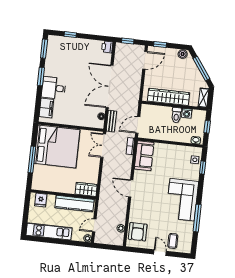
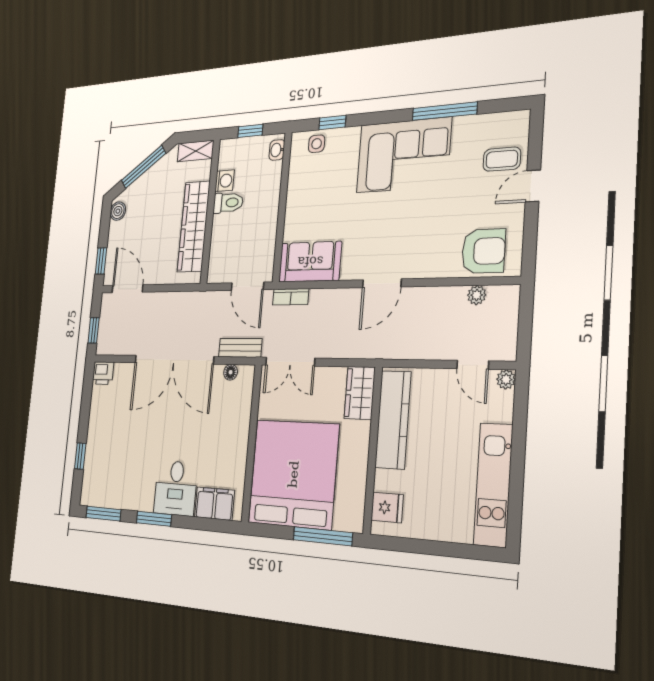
wardrobe: (86, 189) -> (360, 393), moved
wall: (63, 194) -> (373, 450), moved
fridge: (41, 200) -> (387, 508), moved
kitchen counter: (75, 204) -> (393, 420), moved

